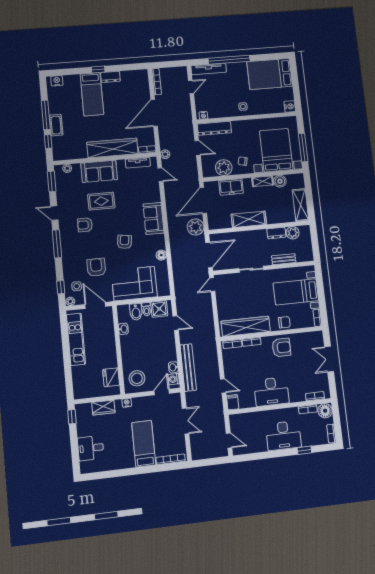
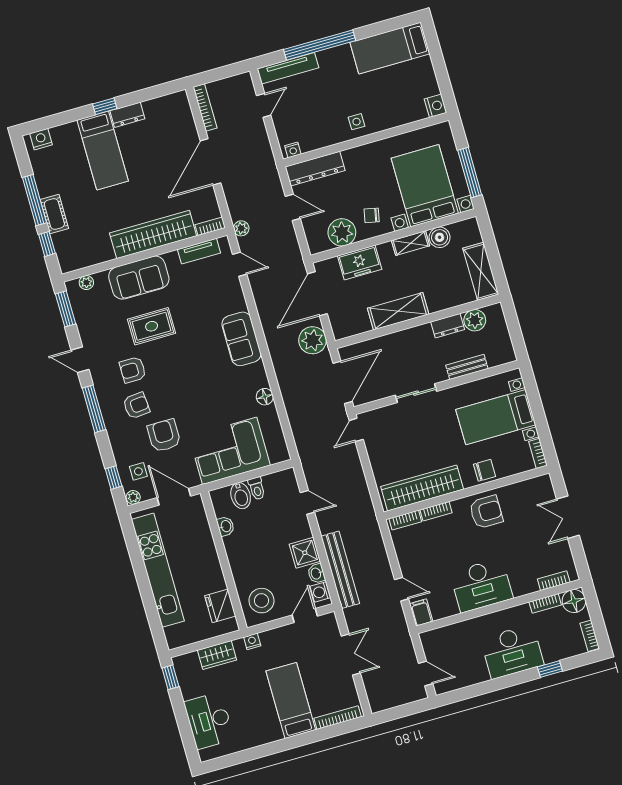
bed: (270, 74) -> (390, 48), width x0.67
armchair: (124, 242) -> (136, 406), moved, turned 77
shower: (159, 309) -> (305, 553), moved
kitchen unit: (76, 339) -> (158, 570), width x1.36
desk: (91, 448) -> (209, 721), width x1.37

